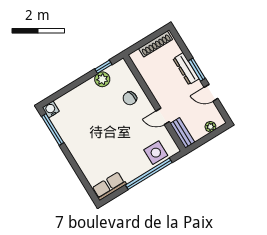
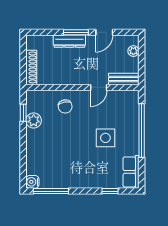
shoe rack: (156, 44) -> (31, 67), moved
side table: (156, 153) -> (105, 138), moved
window: (83, 178) -> (110, 191), added

